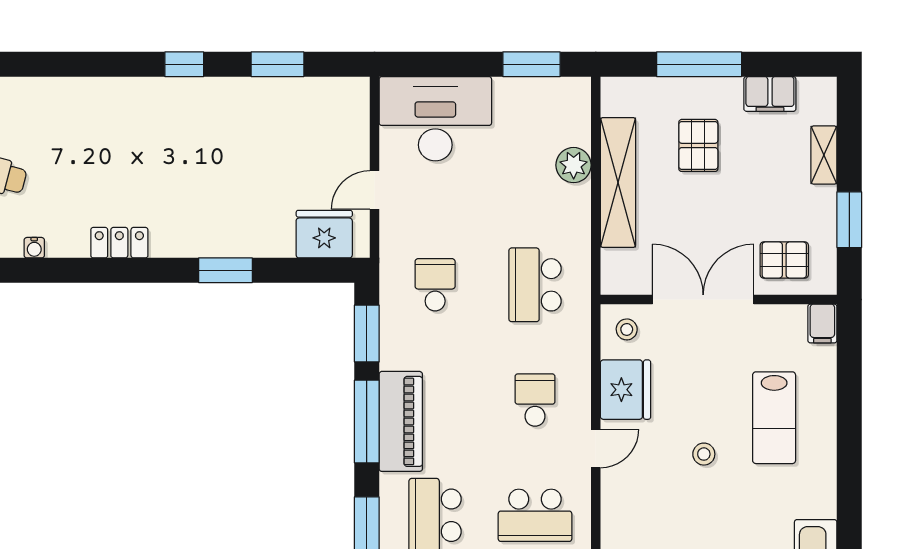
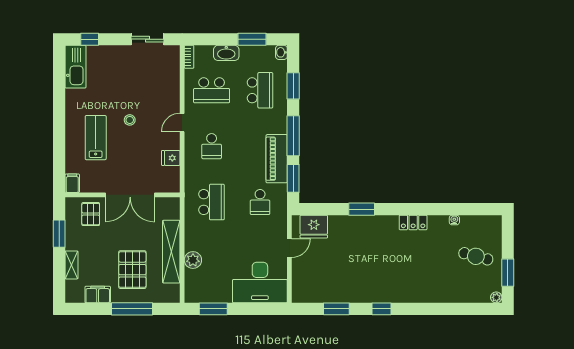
pallet: (698, 145) -> (132, 270), width x1.50, depth x1.42
pallet: (784, 260) -> (91, 214), turned 90
stool: (627, 329) -> (167, 180), removed
fridge: (625, 390) -> (171, 158), width x0.53, depth x0.75
piano: (401, 421) -> (277, 159), moved
school desk: (535, 515) -> (212, 90), turned 180

